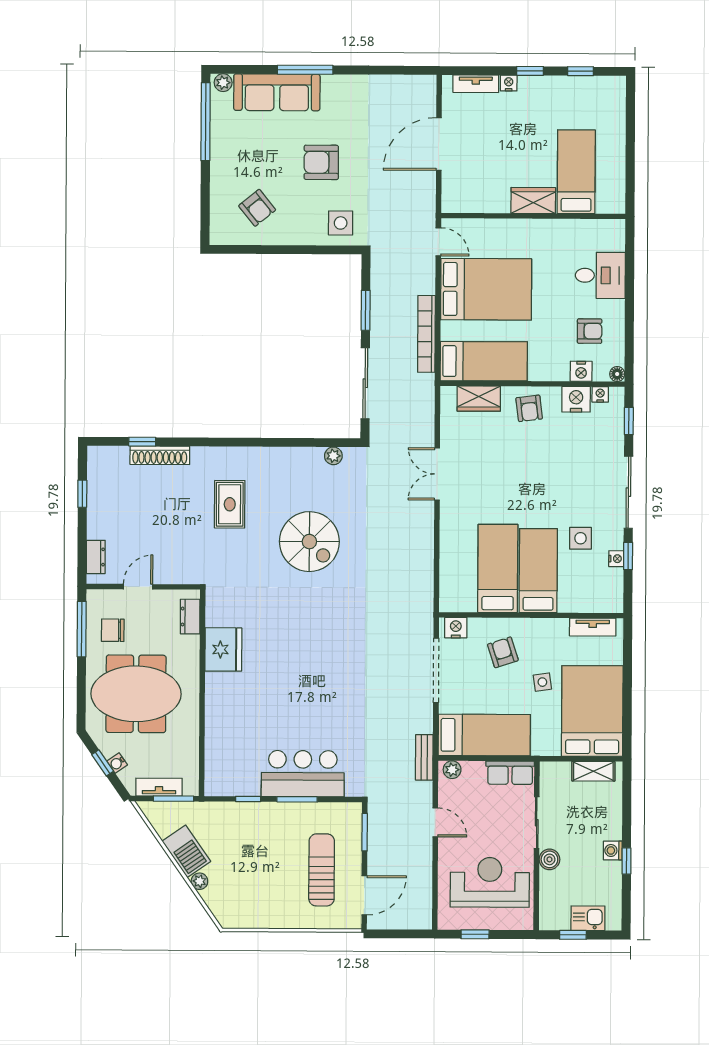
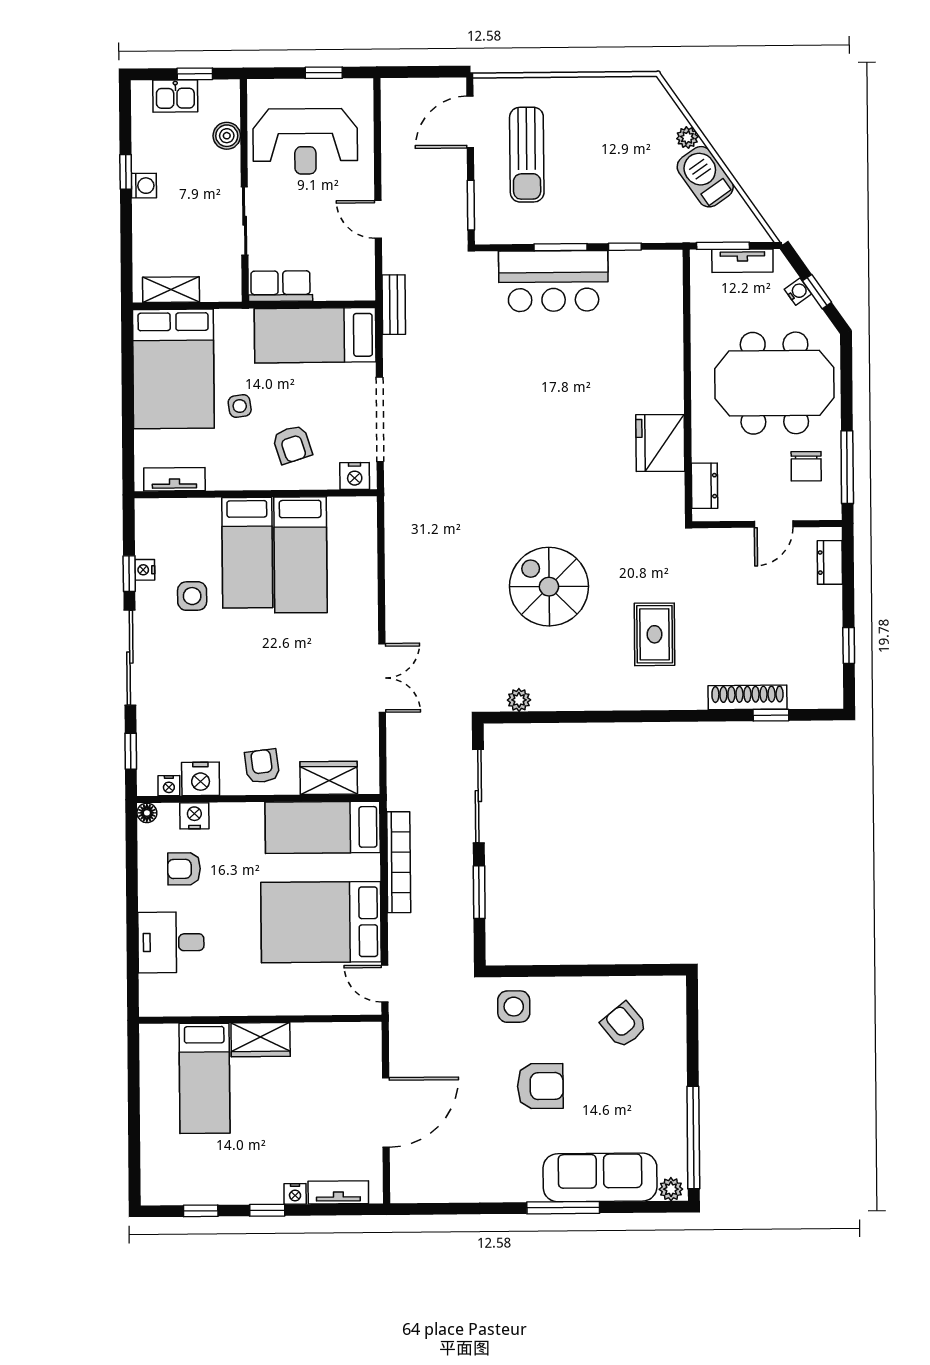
chair: (113, 630) -> (806, 466), turned 90
plant: (452, 770) -> (357, 289), removed
boiler: (549, 859) -> (227, 136), moved

